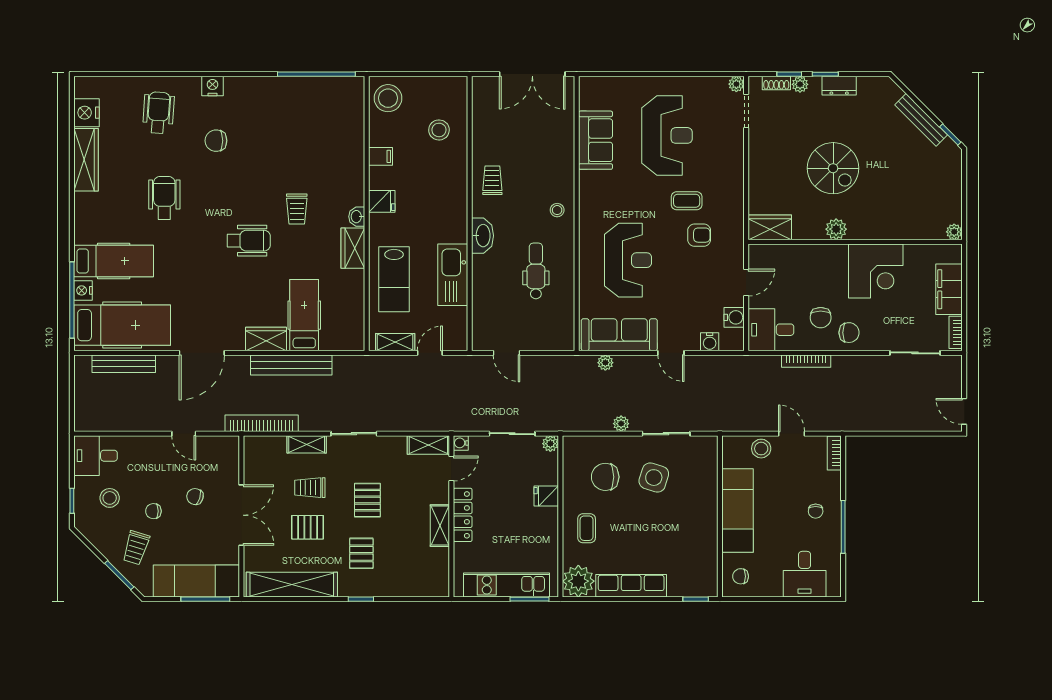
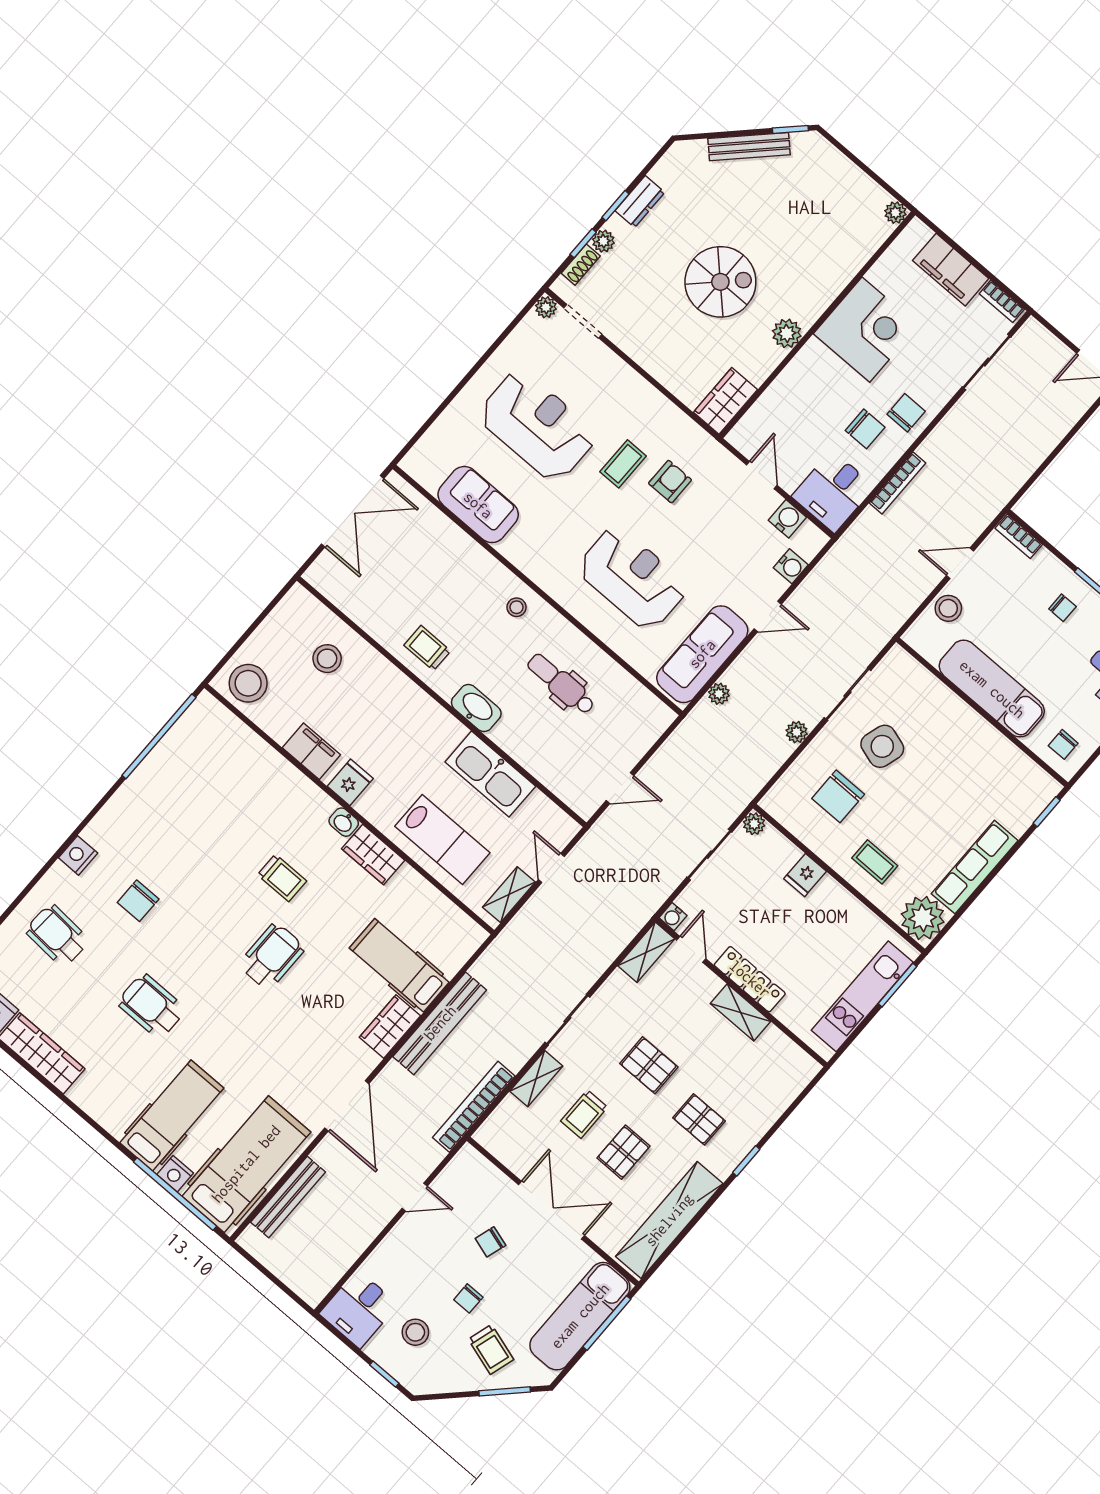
filing cabinet: (381, 156) -> (311, 751), width x2.00

